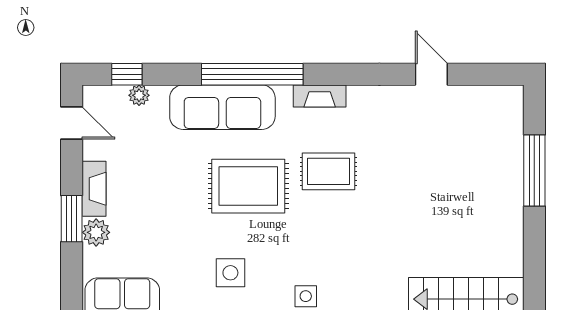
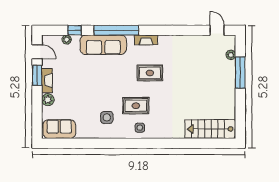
window: (127, 74) -> (74, 30), moved
door: (431, 74) -> (217, 30), moved
plant: (513, 130) -> (231, 55), added
rug: (248, 186) -> (136, 106), moved, width x0.73, depth x0.70
window: (72, 219) -> (37, 75), moved

